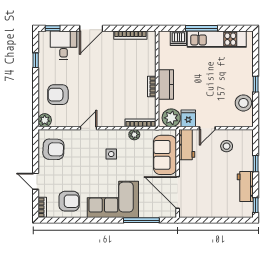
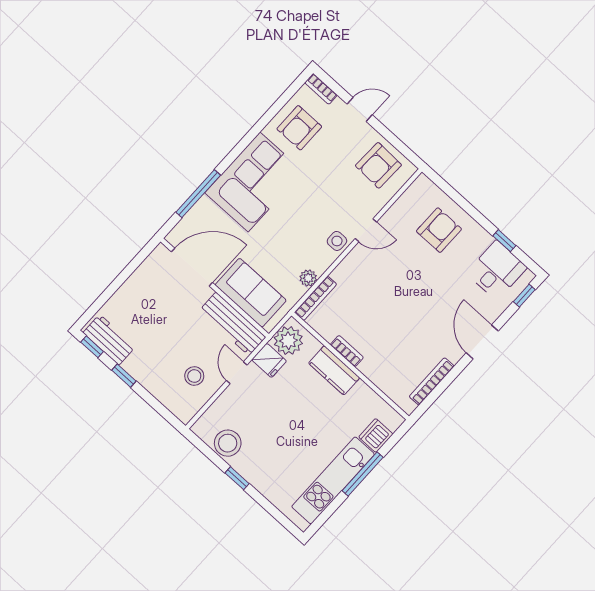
desk: (64, 45) -> (497, 270), moved, turned -90
plant: (45, 120) -> (423, 187), removed
door: (88, 128) -> (366, 230), hinge flipped
workbench: (187, 145) -> (232, 324), width x1.38
side table: (111, 154) -> (337, 241), moved
window: (256, 164) -> (124, 376), moved
workbench: (245, 187) -> (109, 340), moved

